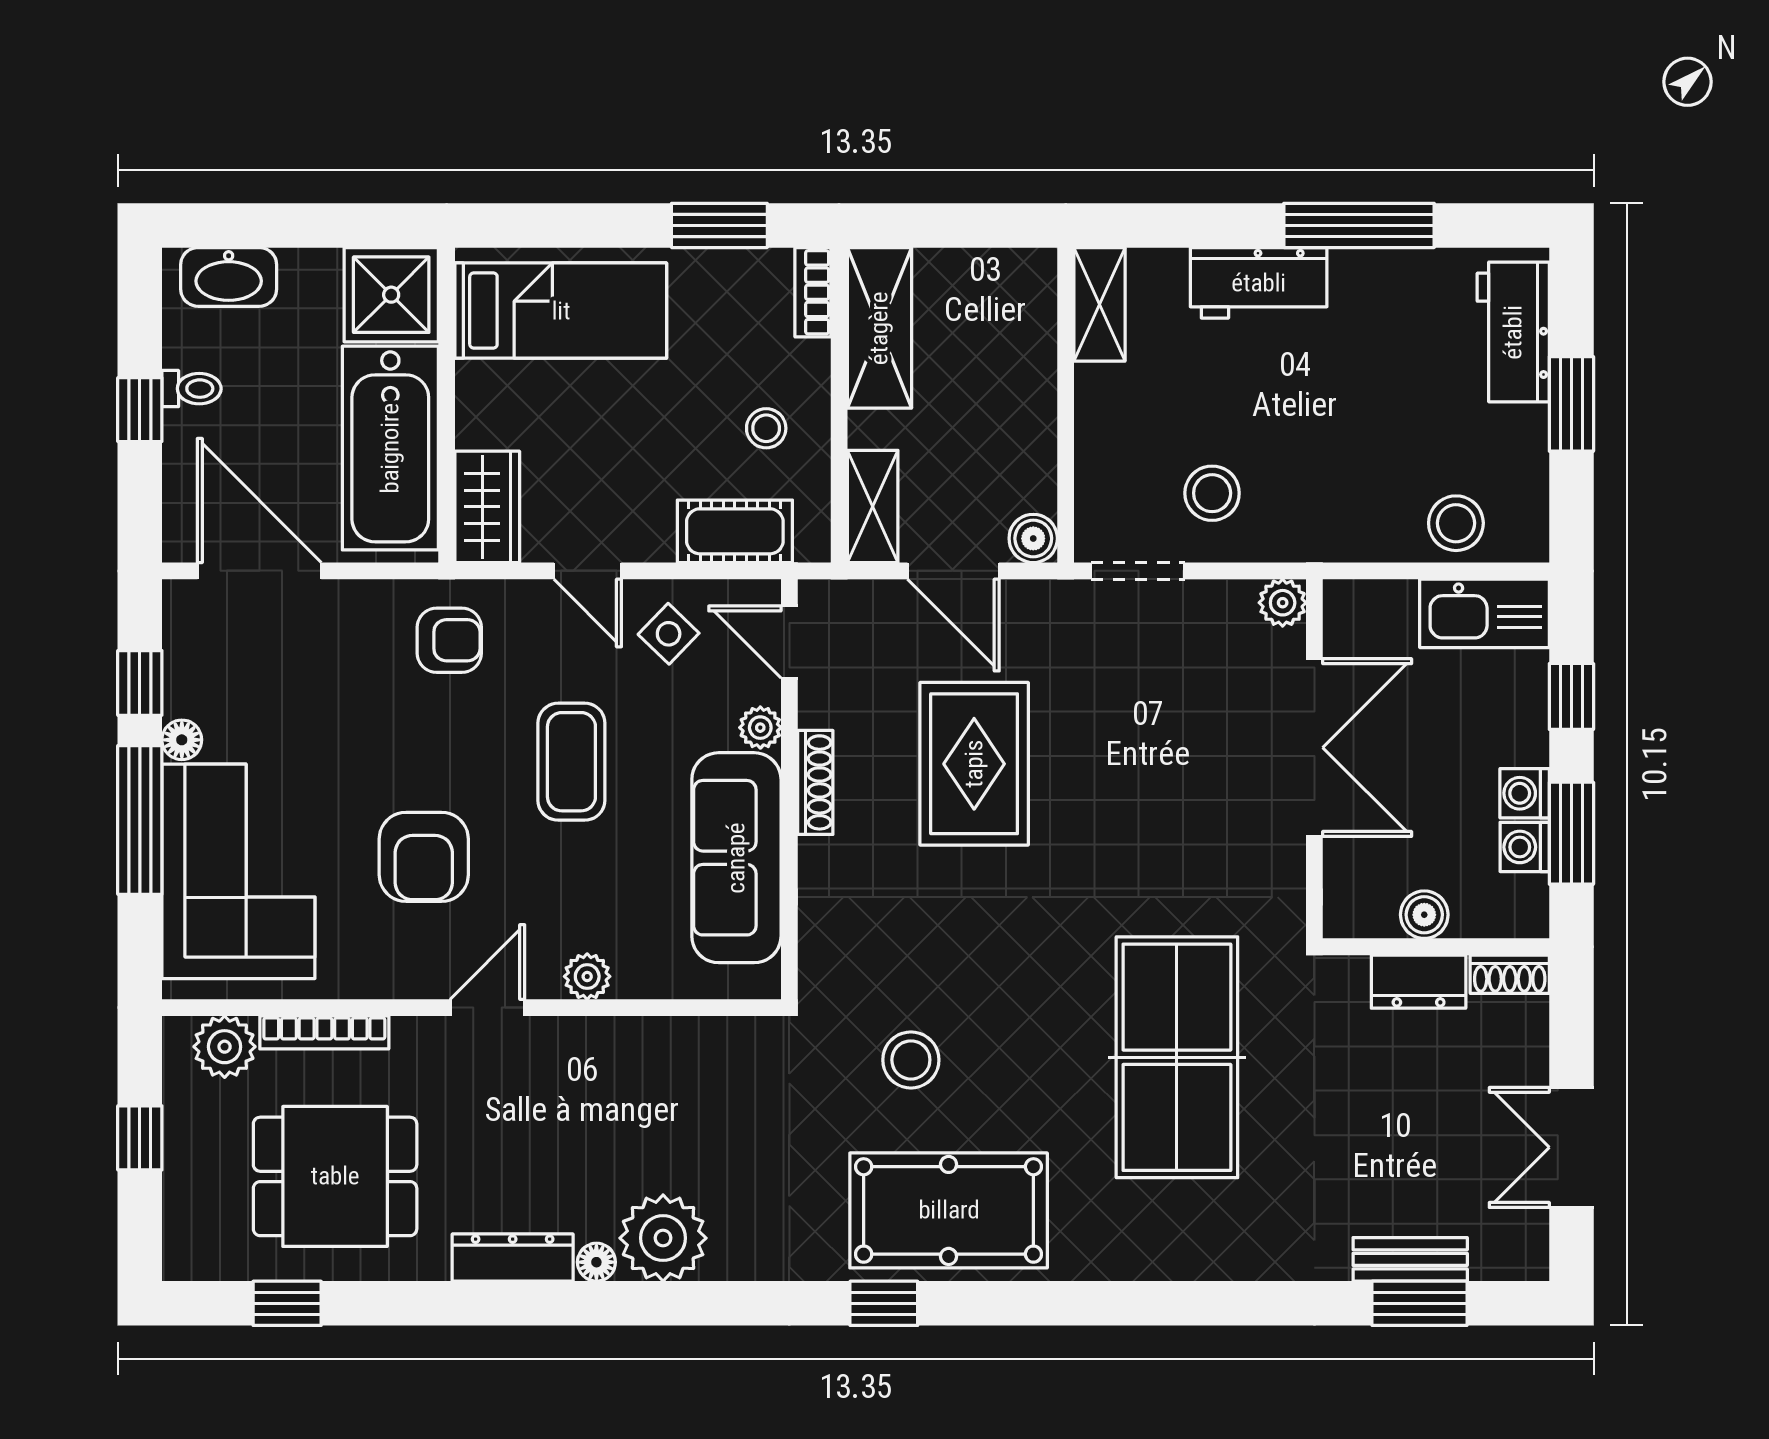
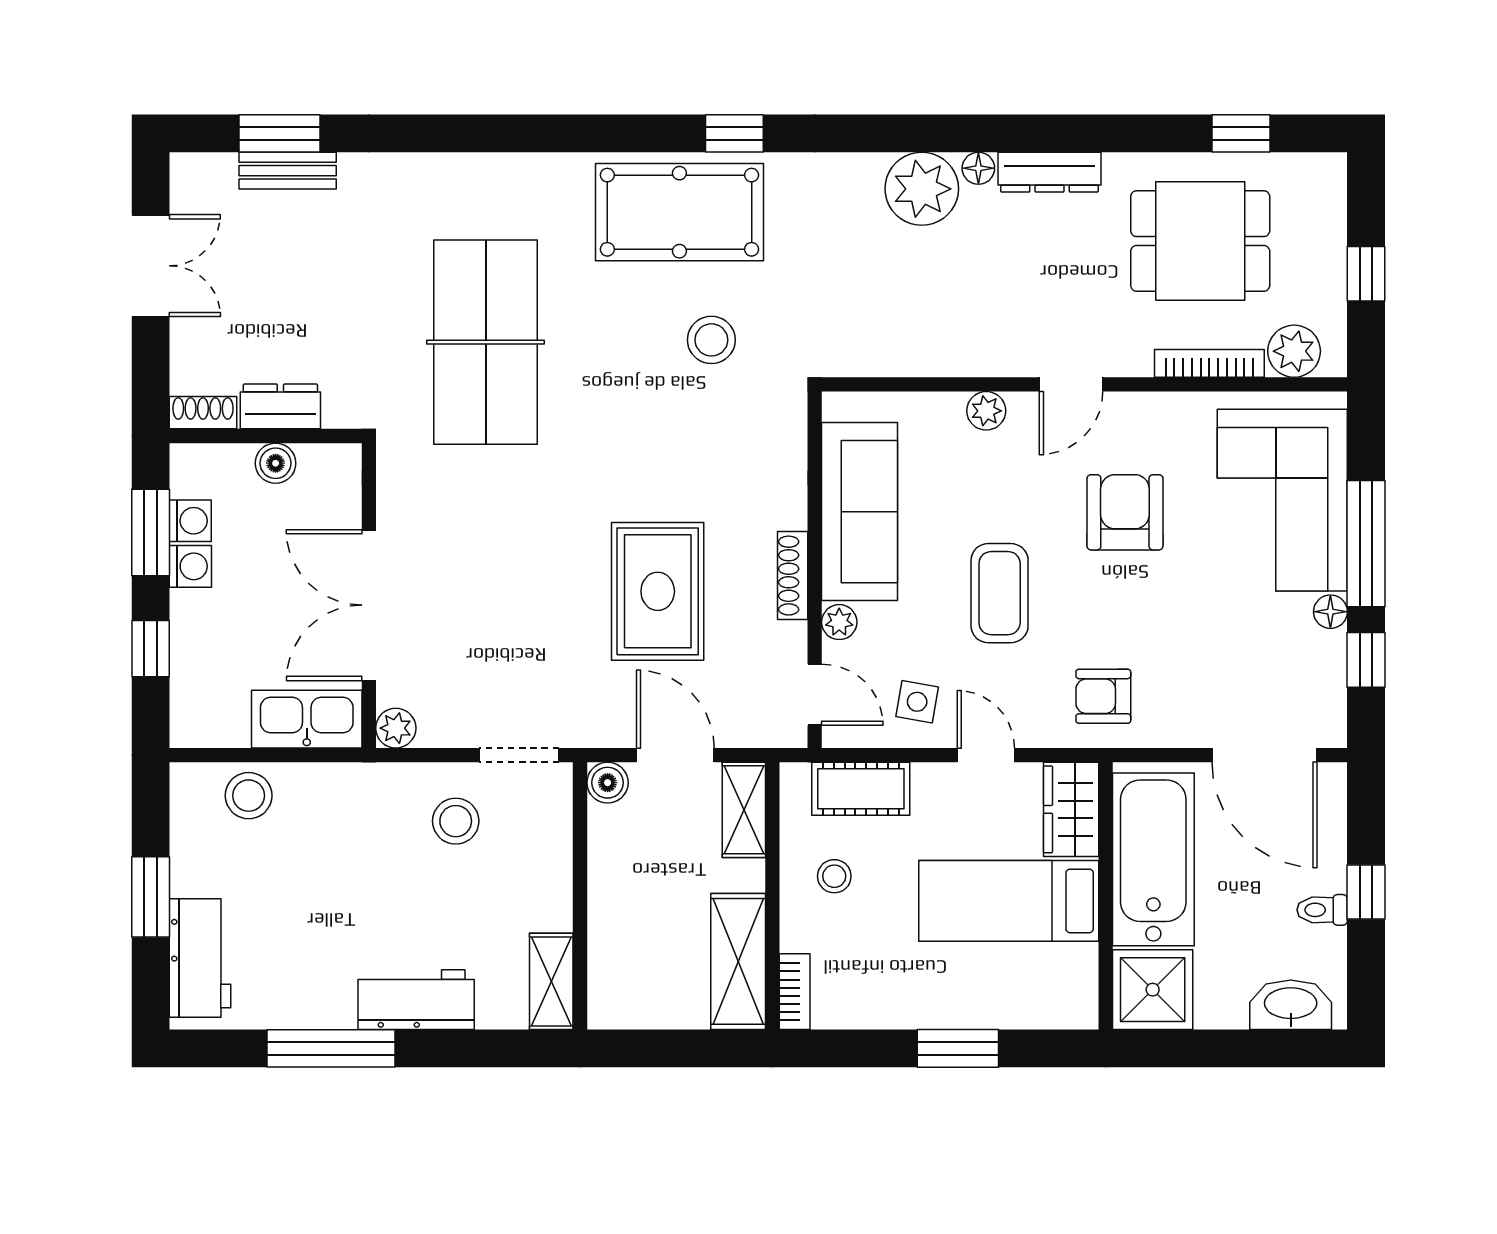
window: (719, 225) -> (958, 1048), moved
bed: (561, 311) -> (1009, 901), moved
kitchen sink: (1485, 613) -> (307, 719), moved
side table: (669, 634) -> (917, 702), turned -34

